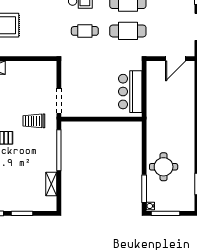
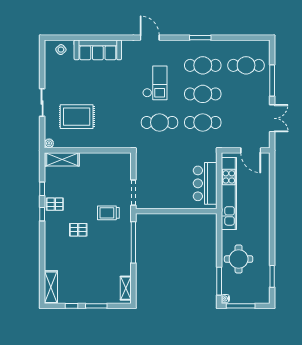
cafe table: (85, 31) -> (159, 122), width x1.37, depth x1.35
door: (176, 59) -> (251, 150), hinge flipped
kitchen unit: (154, 102) -> (229, 194), added
shelving: (51, 184) -> (126, 288), moved

